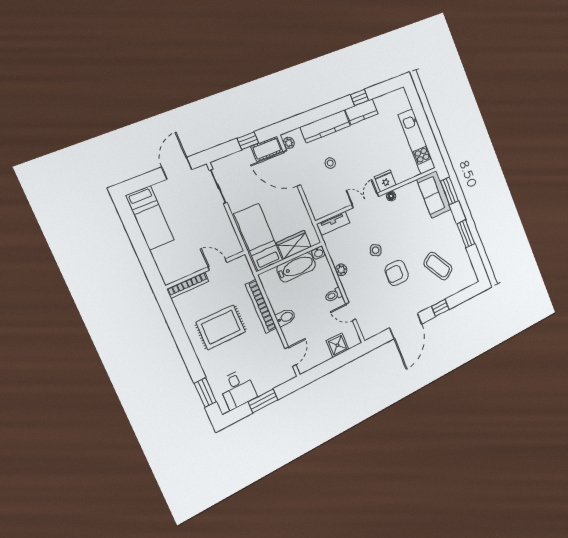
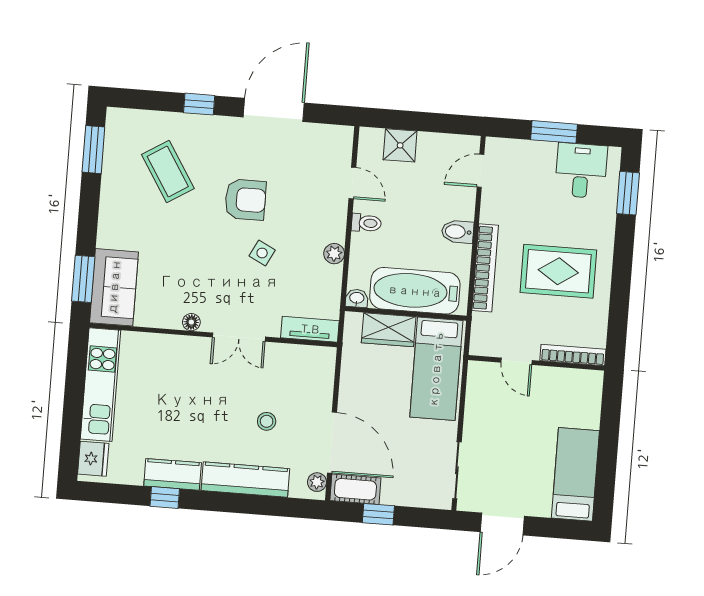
fridge: (385, 181) -> (93, 459), moved, turned -90
window: (466, 234) -> (93, 150), moved
bathtub: (296, 267) -> (415, 291), width x1.36, depth x1.36

